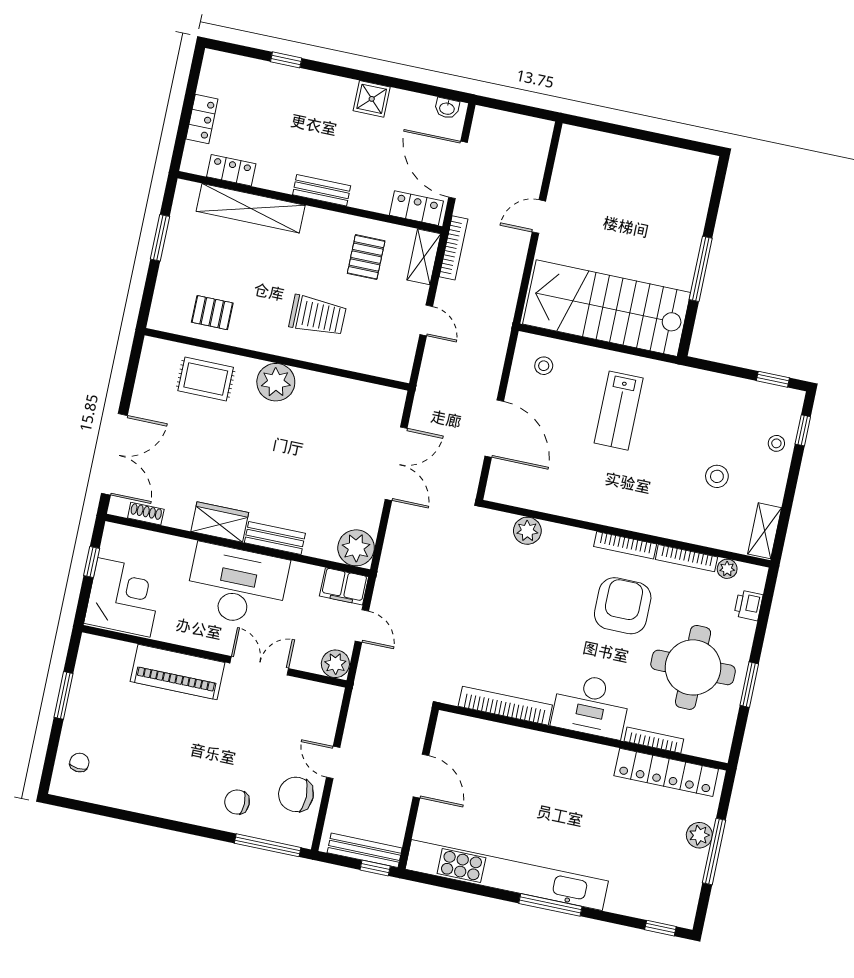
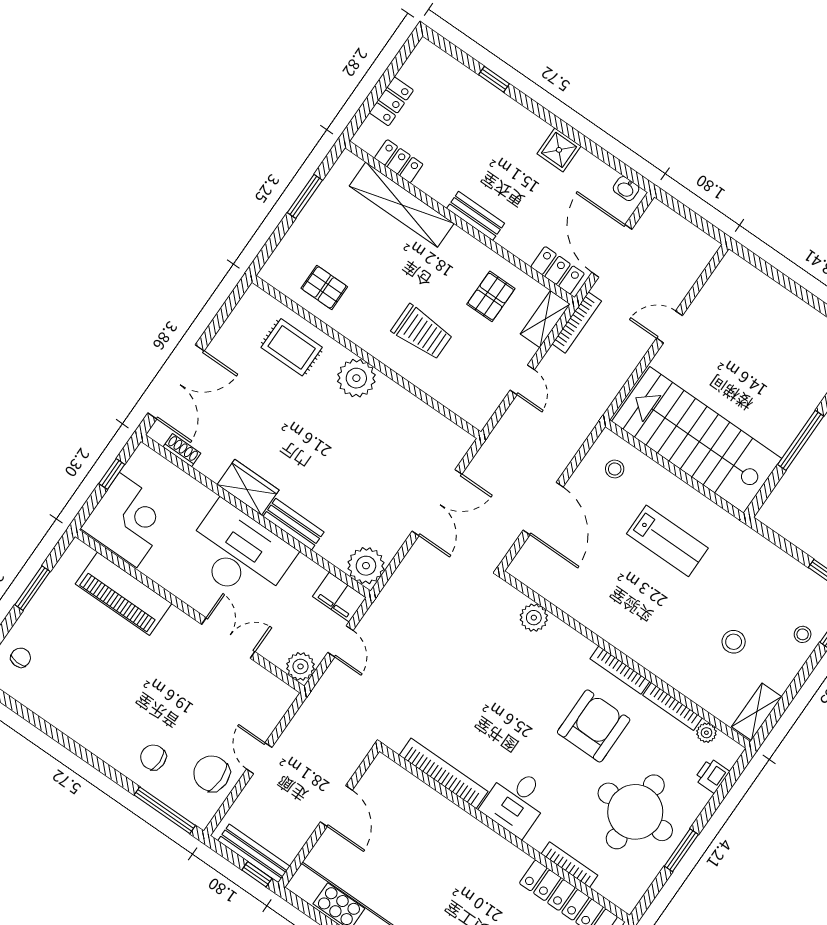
lab bench: (619, 411) -> (667, 541), turned -90
piano: (178, 672) -> (123, 594), moved
desk: (591, 706) -> (516, 801), width x0.73

